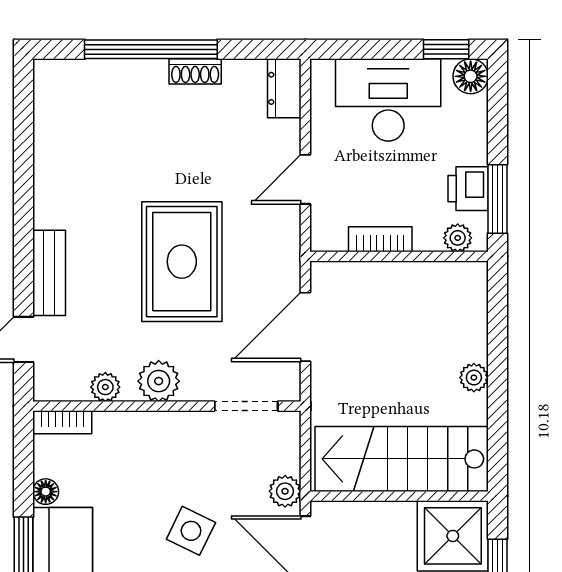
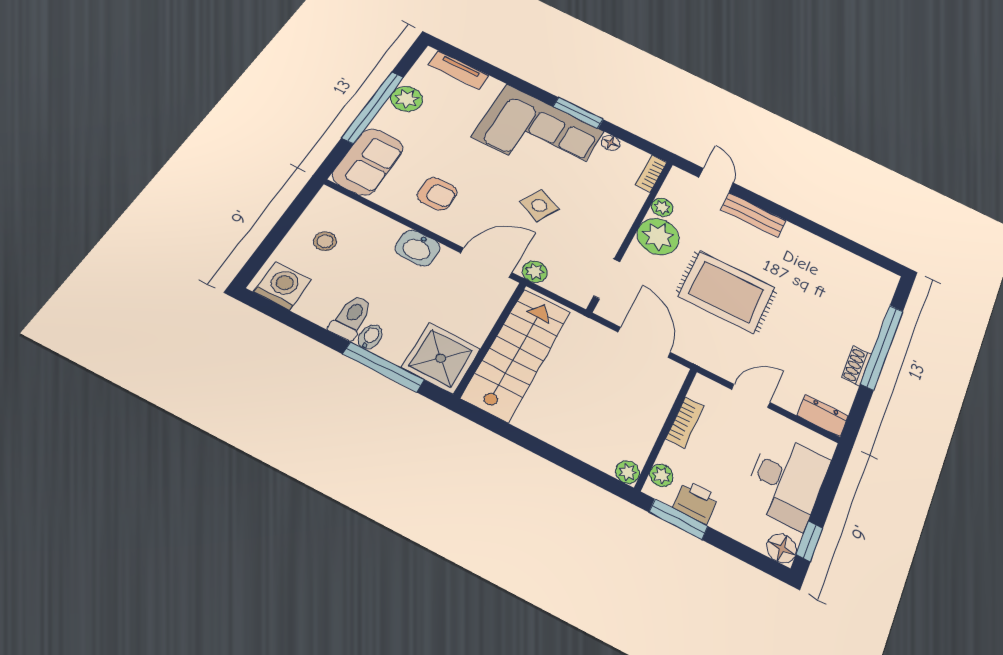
door: (305, 179) -> (751, 396), hinge flipped
plant: (474, 378) -> (627, 472), moved
plant: (159, 381) -> (658, 236), width x1.36, depth x1.36

